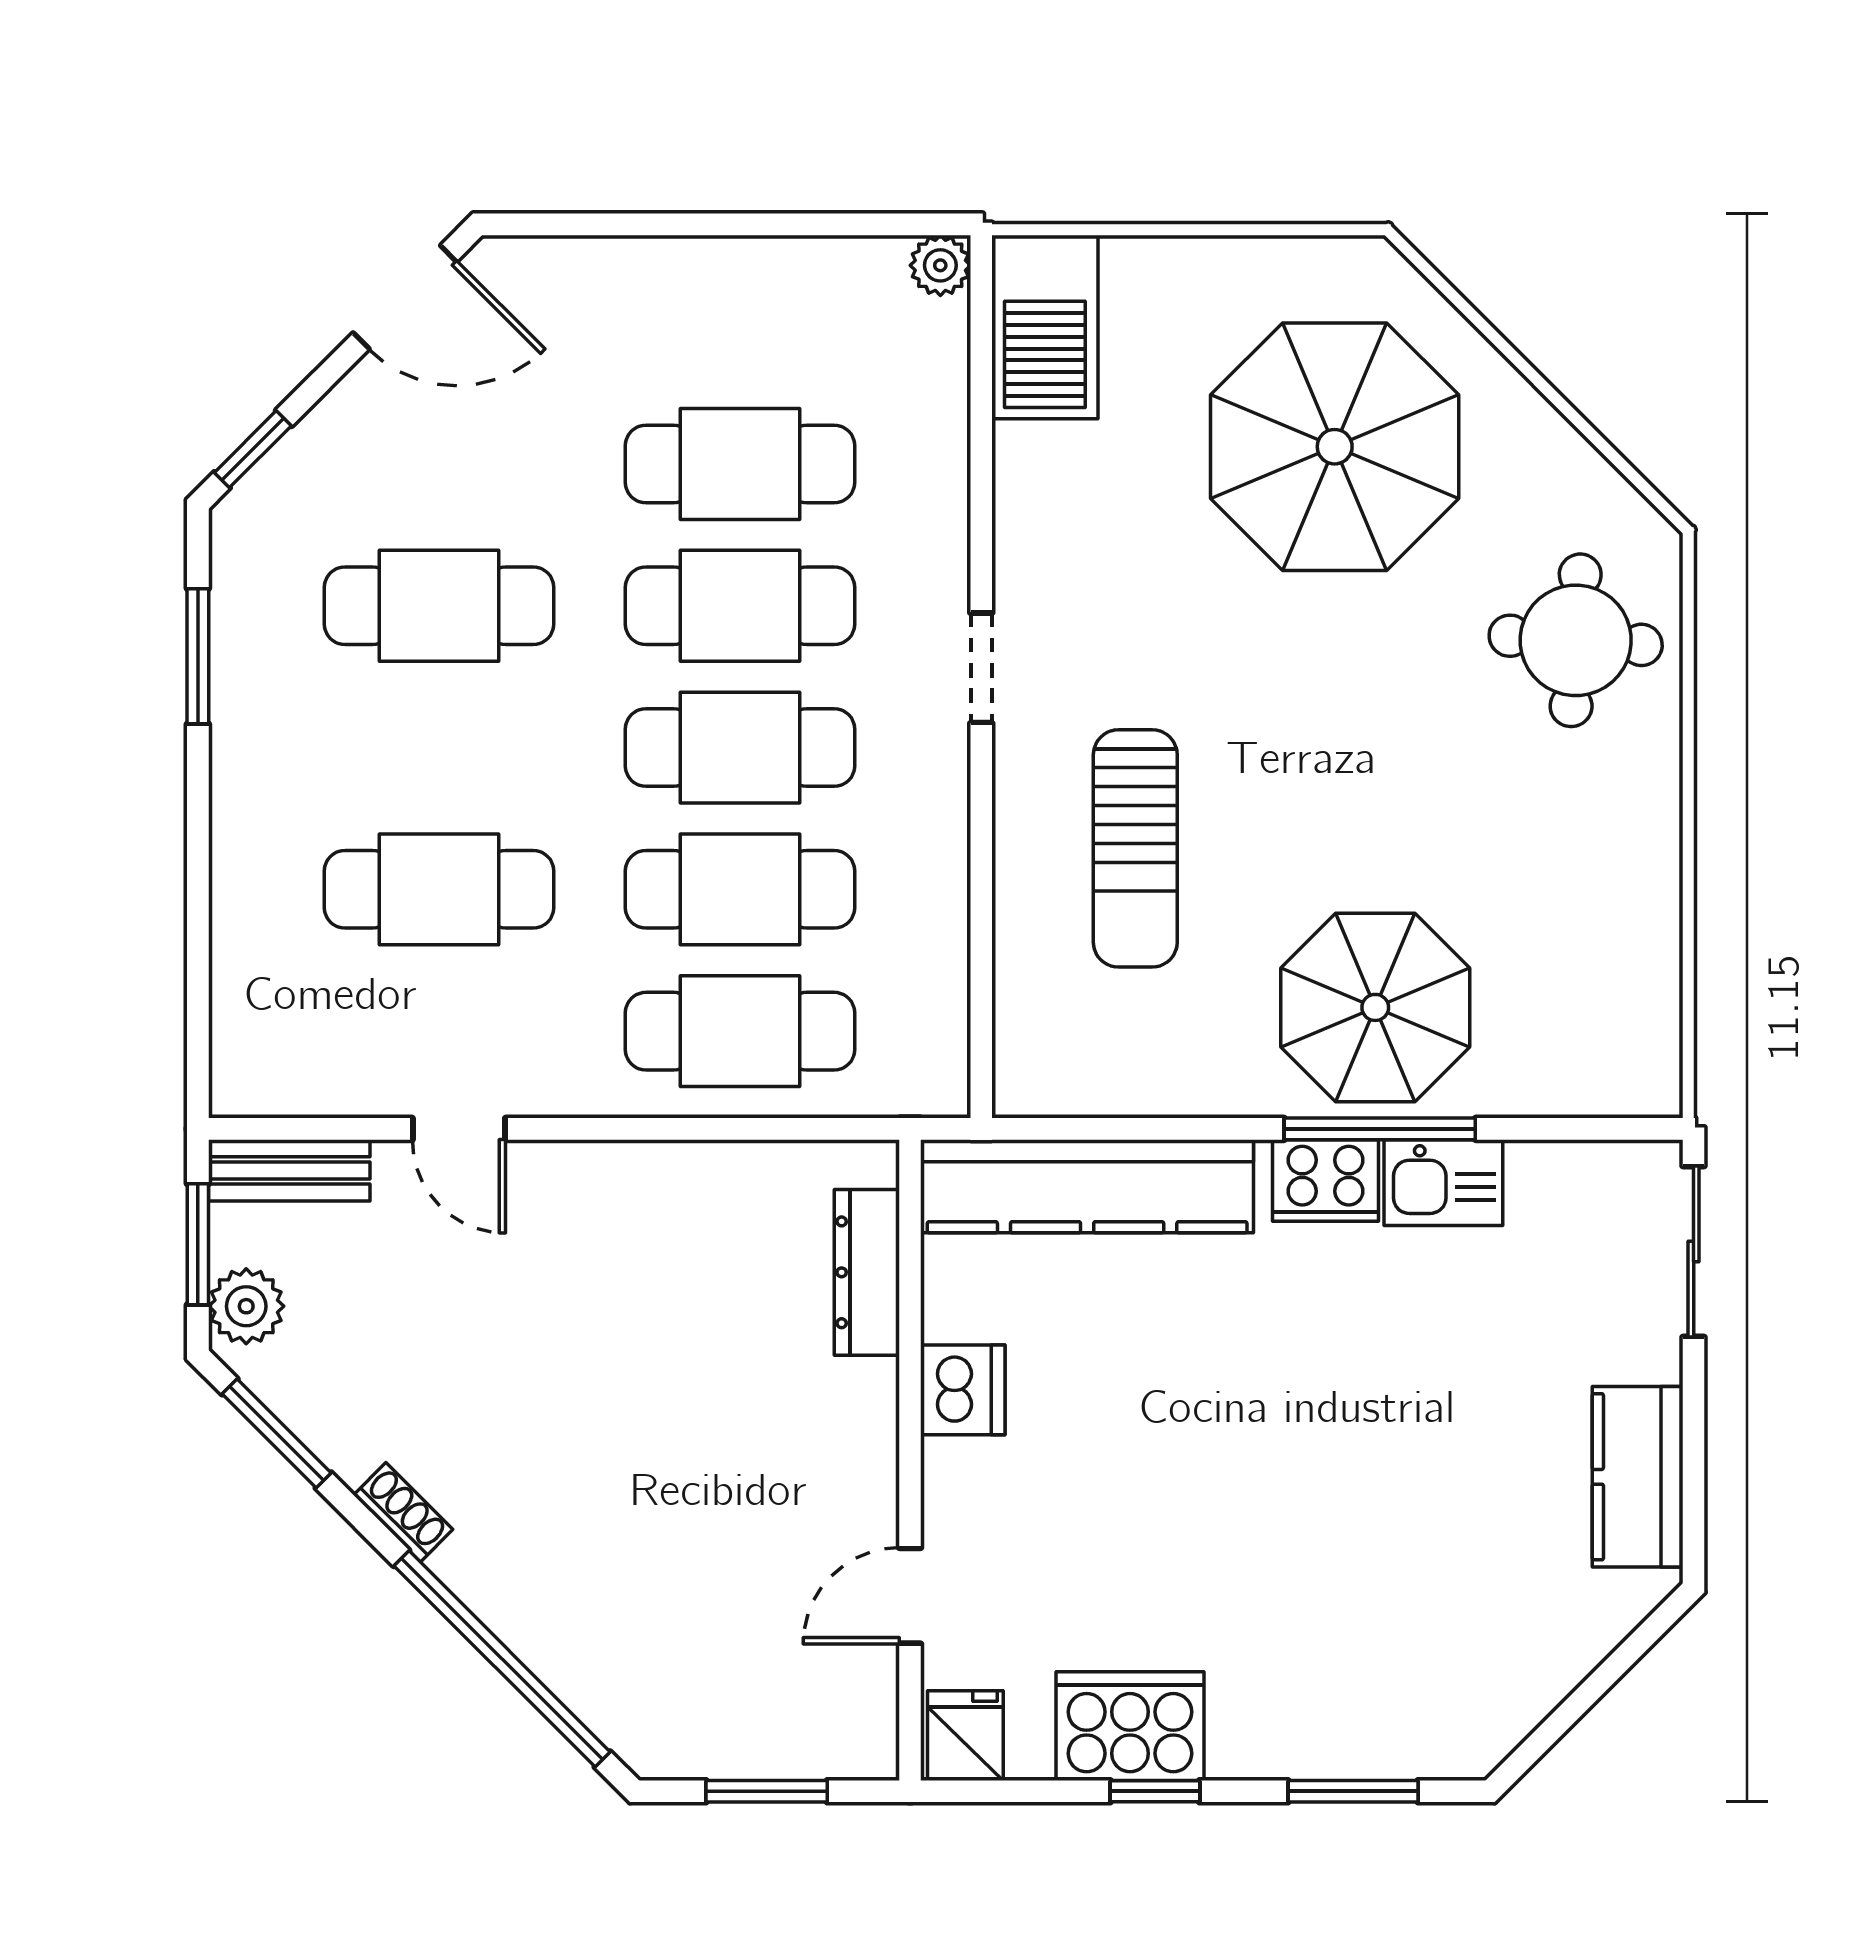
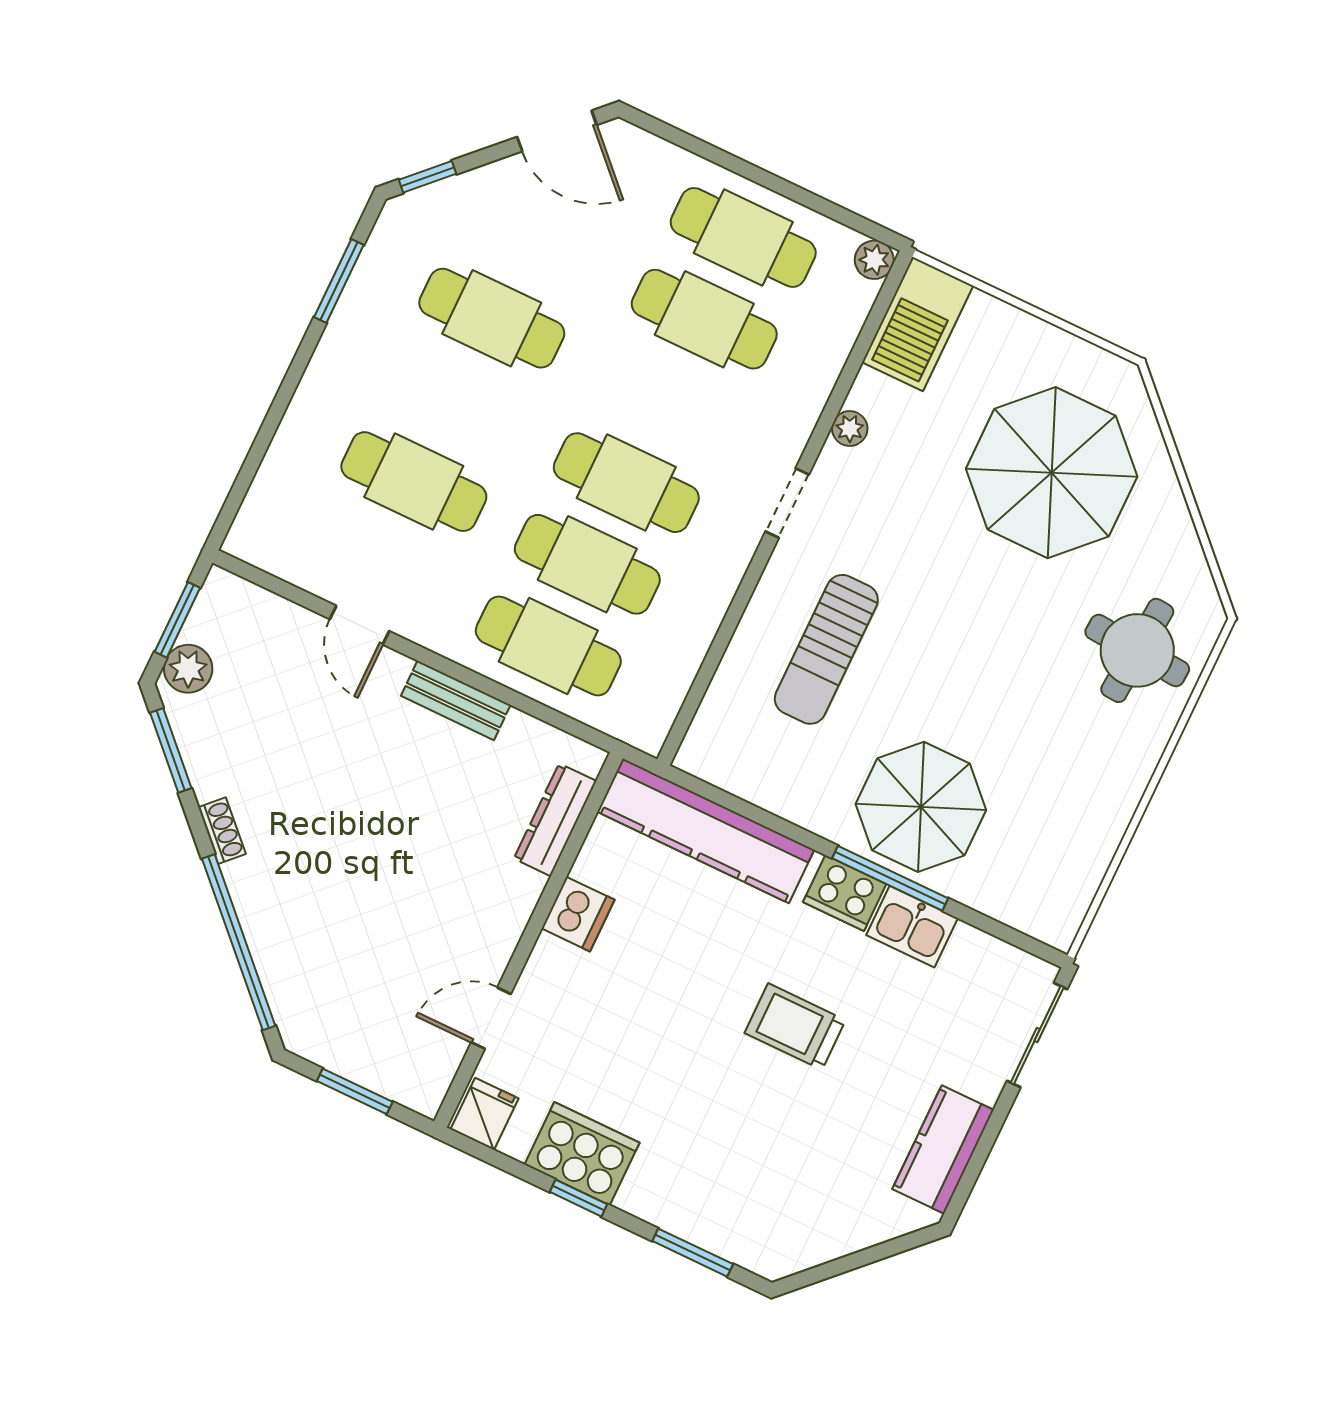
plant: (1020, 520) -> (850, 429), added
cafe table: (740, 606) -> (743, 237), moved
bench: (289, 1170) -> (456, 700), moved
trolley: (1345, 1403) -> (795, 1027), added

